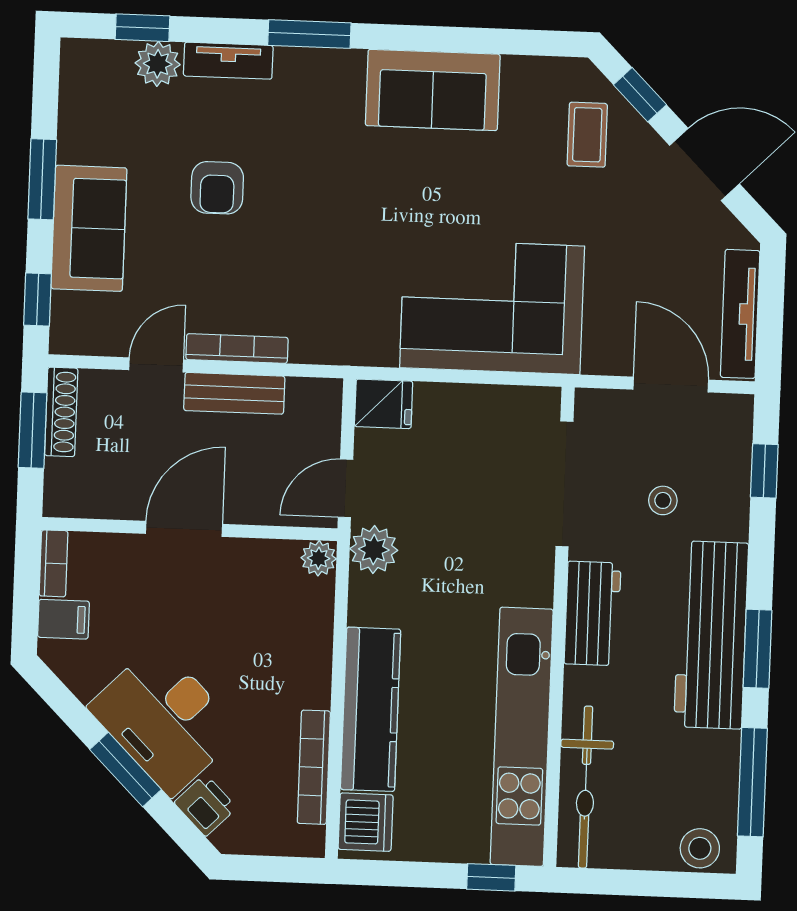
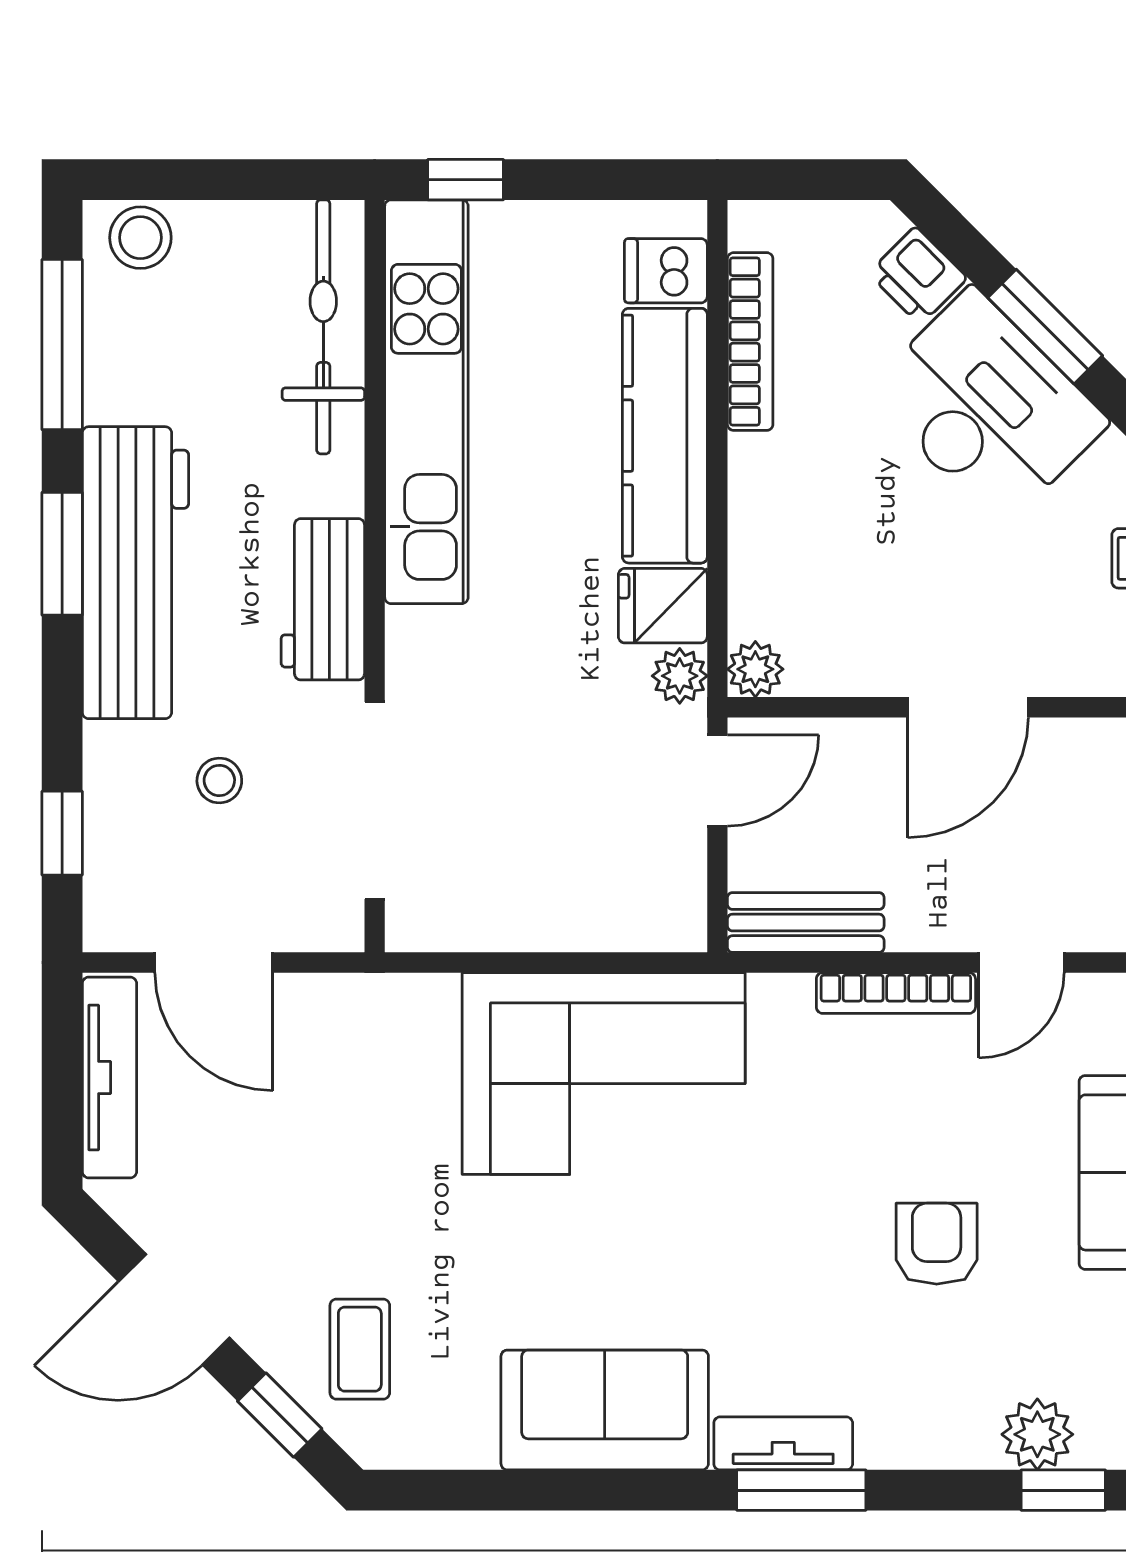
tv unit: (228, 61) -> (783, 1443), moved
corner sofa: (492, 307) -> (604, 1074), moved
bench: (234, 393) -> (806, 923), moved
fridge: (384, 404) -> (663, 606), moved
plant: (374, 550) -> (680, 676), width x0.73, depth x0.73
dishwasher: (366, 822) -> (666, 271), width x0.73

